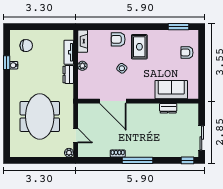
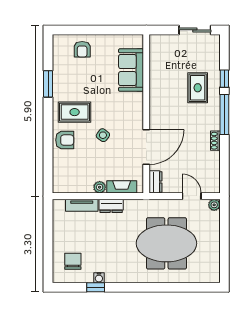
window: (179, 27) -> (48, 84), moved
armchair: (118, 39) -> (65, 140), turned -90
fireplace: (83, 41) -> (122, 187), moved
dresser: (168, 108) -> (156, 182), moved
door: (76, 136) -> (192, 196), hinge flipped
rug: (158, 140) -> (198, 88), added
window: (187, 160) -> (224, 79), moved

